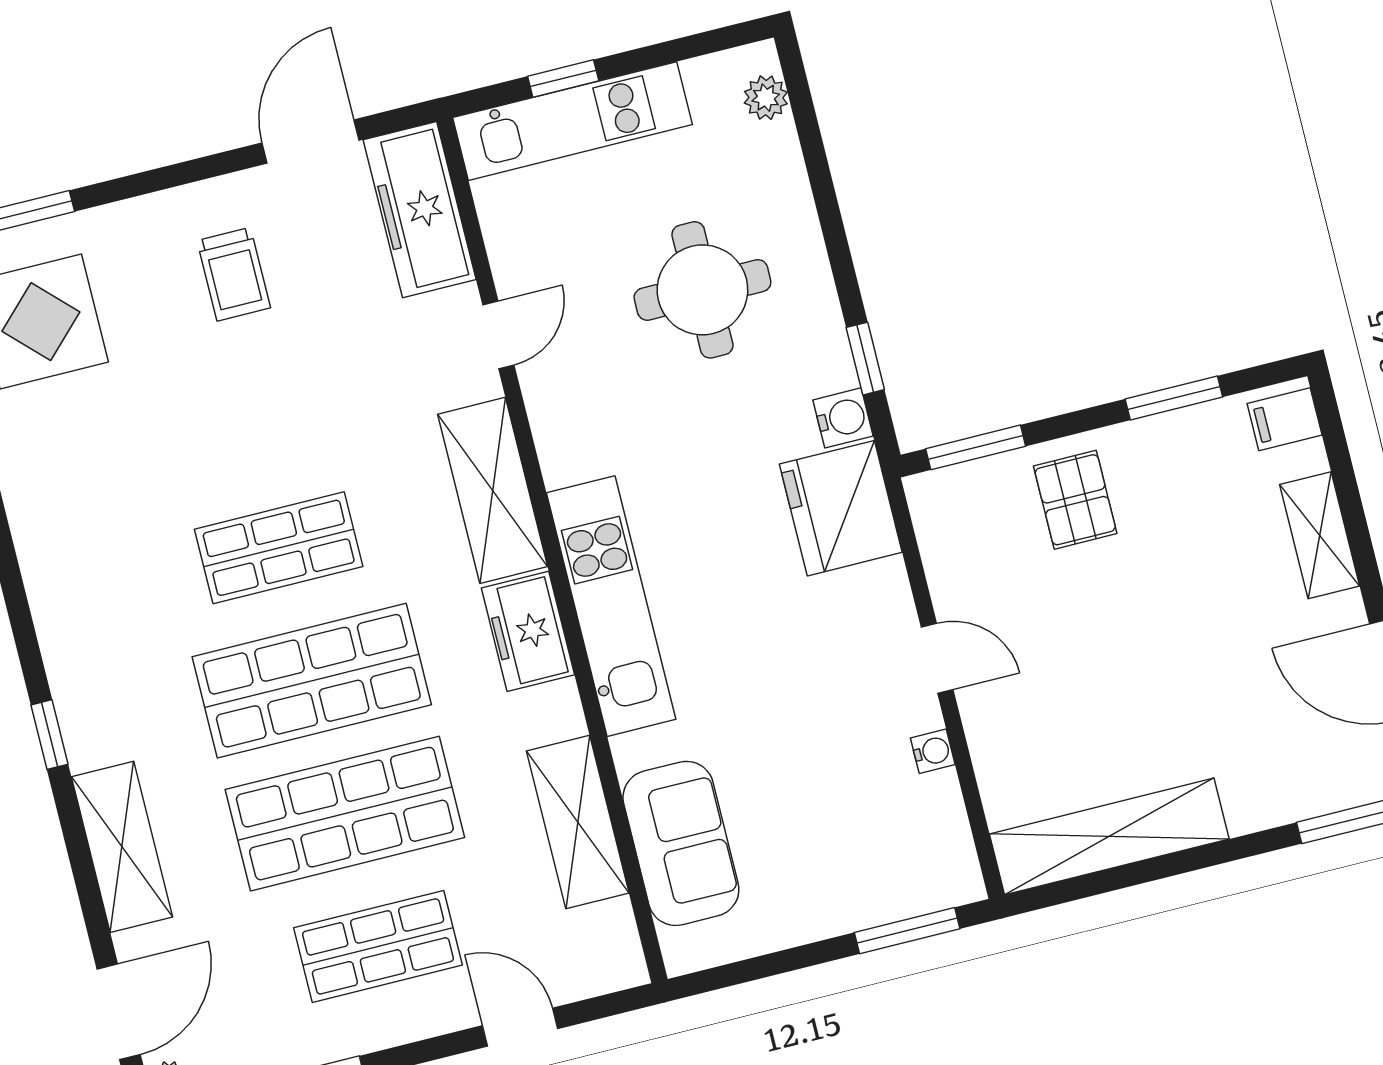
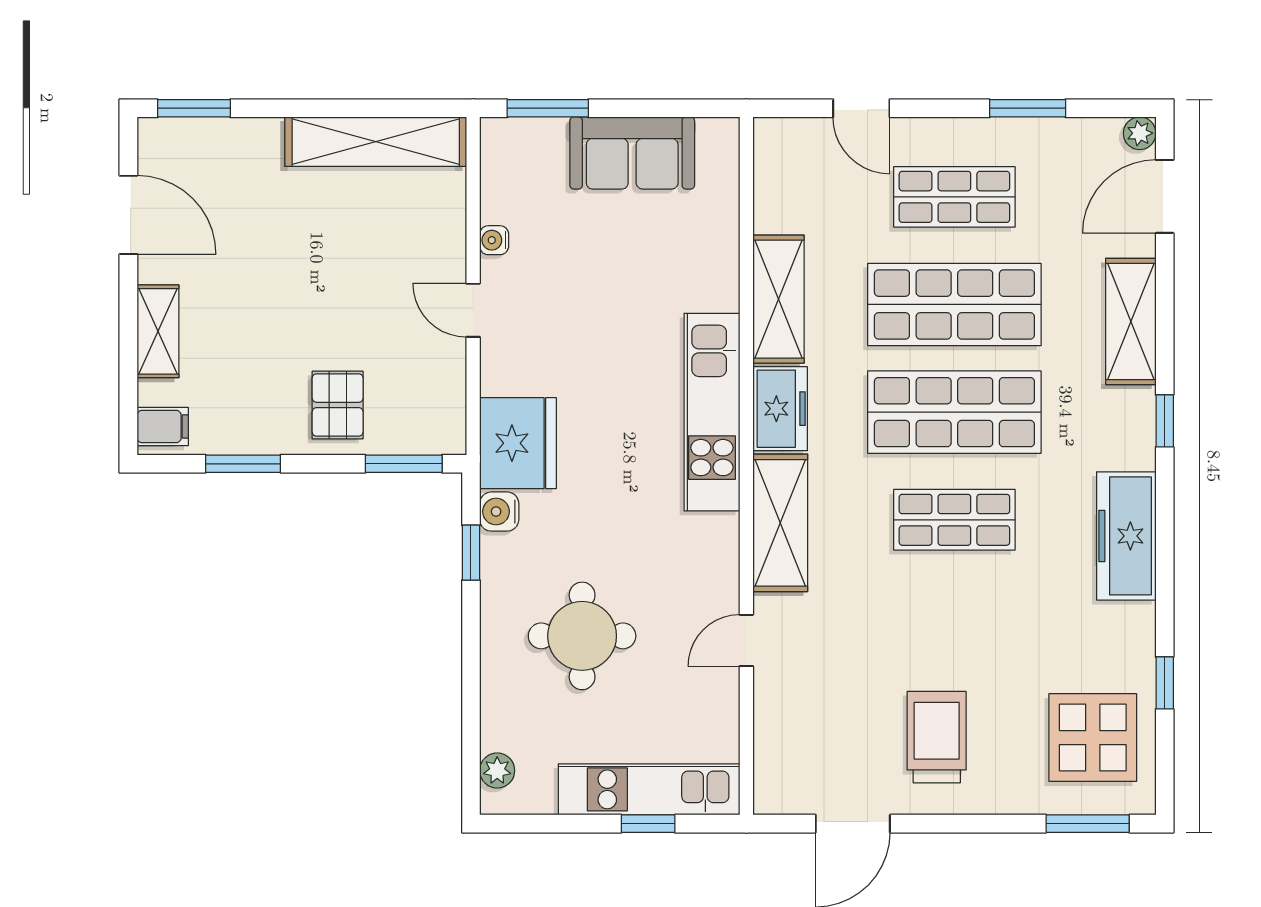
freezer: (420, 210) -> (1126, 536), moved, turned 180
trolley: (234, 274) -> (937, 737), width x1.36, depth x1.39
shelving: (578, 822) -> (778, 299), moved
sofa: (681, 843) -> (632, 153), moved, turned -90

